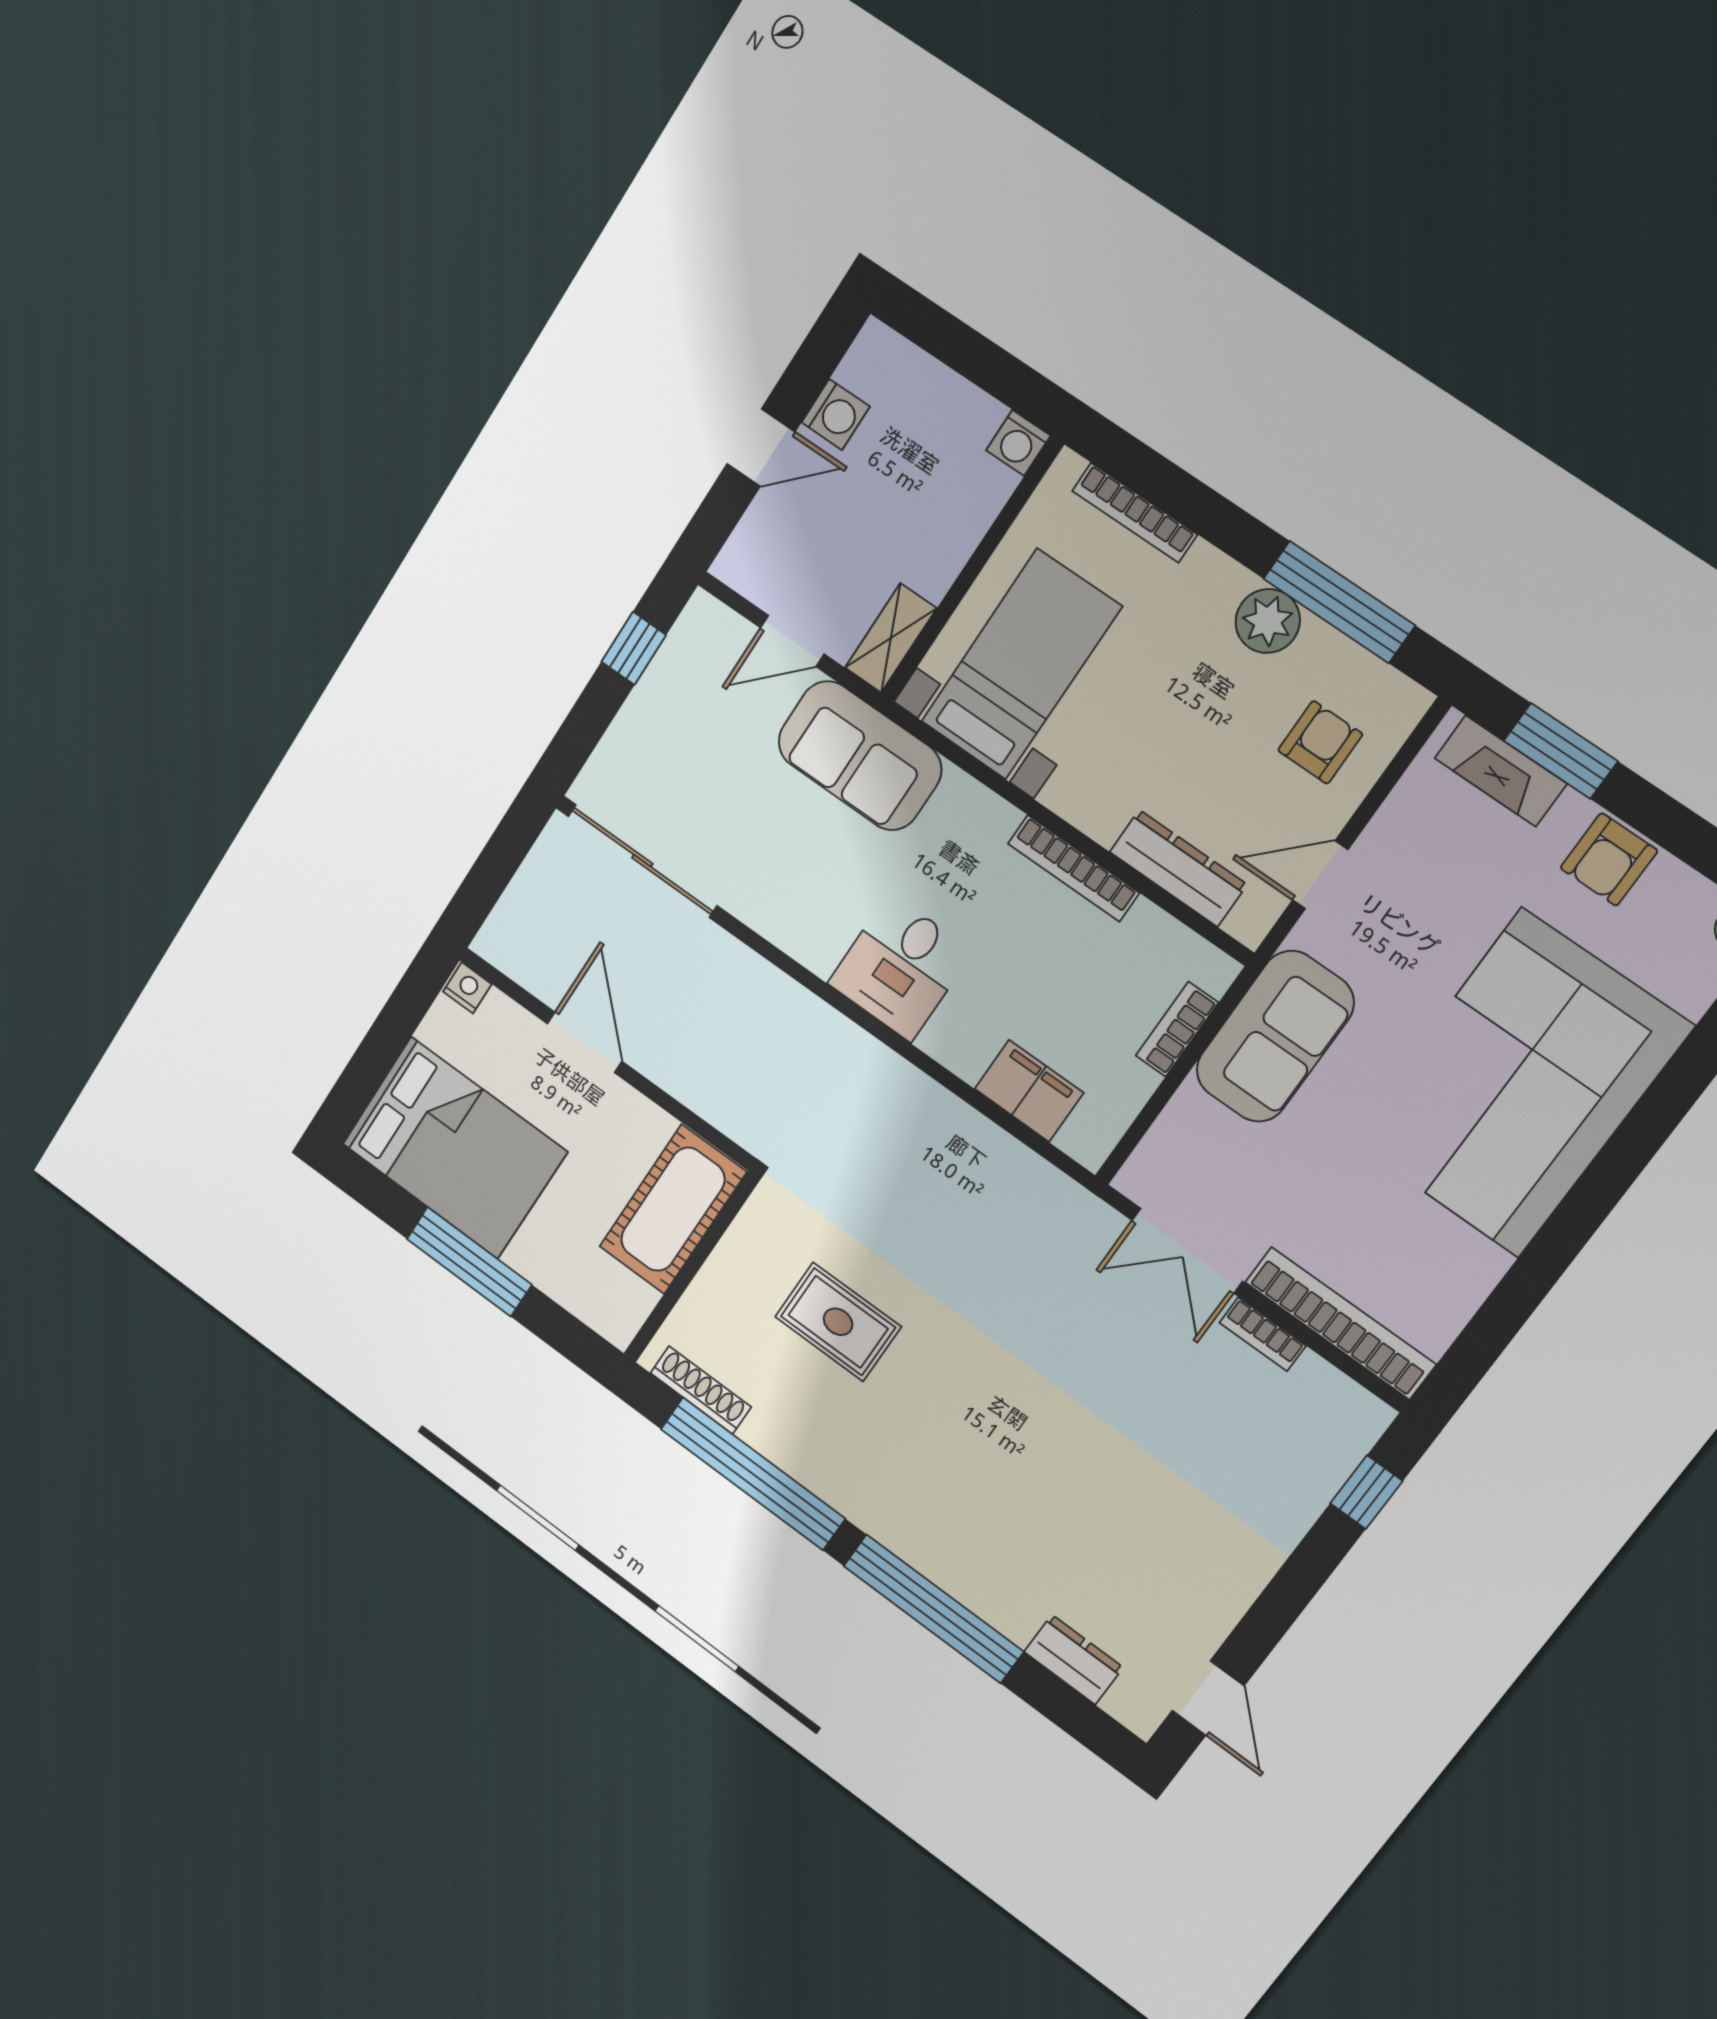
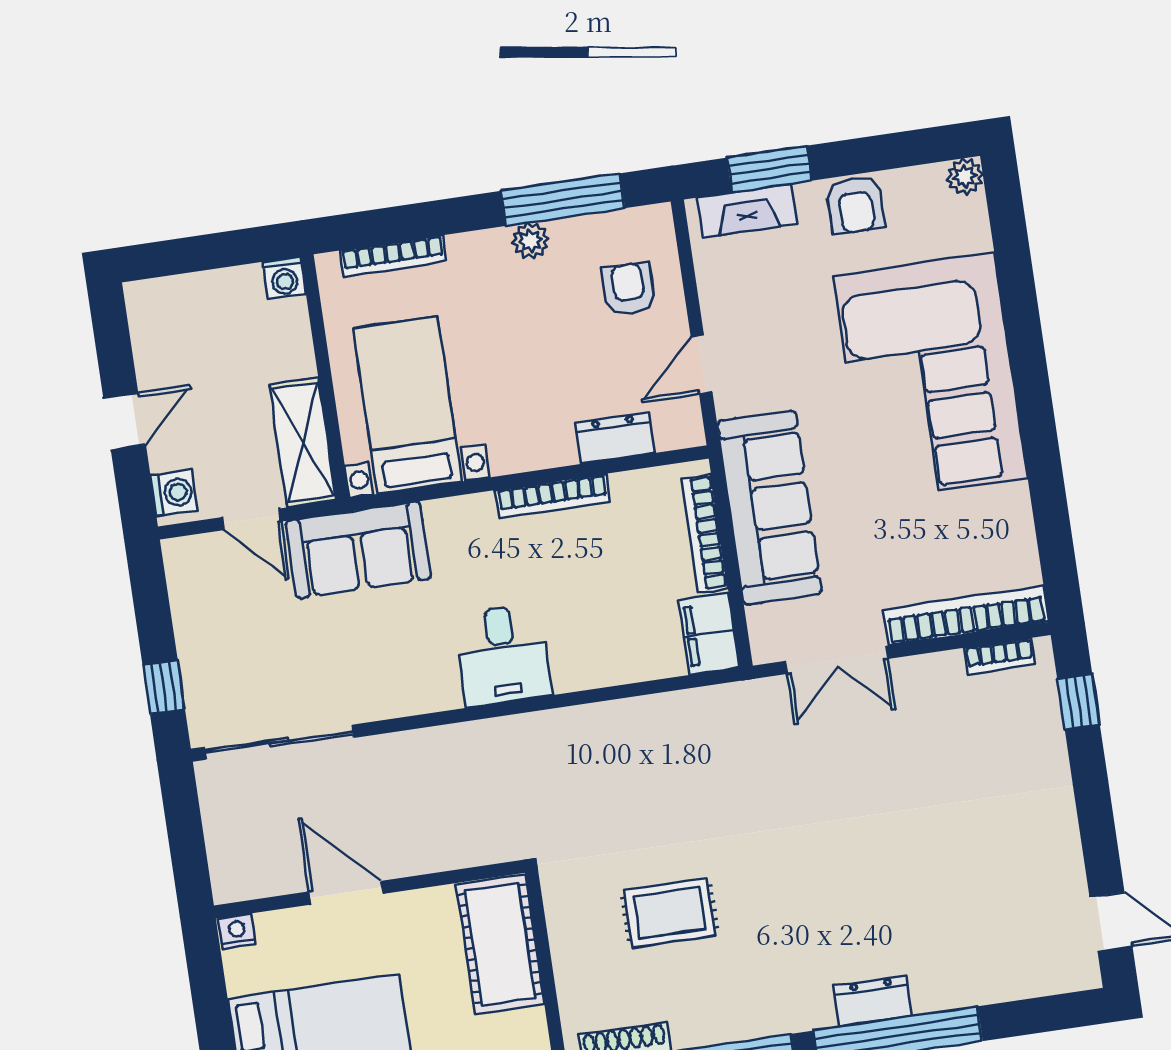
washing machine: (836, 415) -> (174, 493), moved
plant: (1268, 621) -> (530, 241), width x0.73, depth x0.73
shelving: (891, 638) -> (303, 442), width x1.50, depth x1.33
door: (792, 641) -> (251, 519), hinge flipped
window: (634, 648) -> (164, 687), moved
dresser: (1178, 868) -> (615, 438), width x0.70
bookcase: (1177, 1029) -> (705, 533), width x1.56
sofa: (1275, 1037) -> (769, 508), width x1.36
filing cabinet: (1029, 1091) -> (709, 634), moved, turned -90
bookcase: (1263, 1334) -> (999, 656), moved
dresser: (1074, 1660) -> (873, 1001), moved

